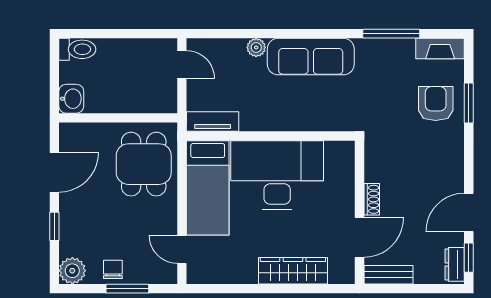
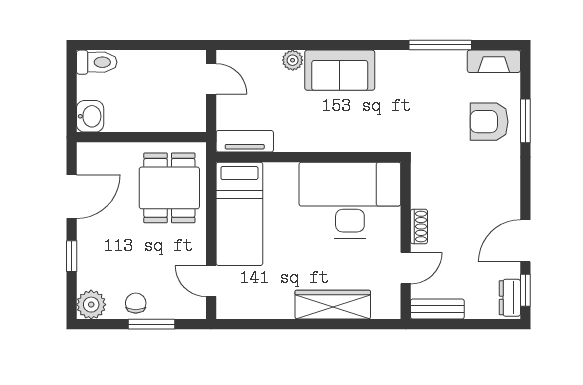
sofa: (311, 57) -> (340, 70), width x0.73
armchair: (436, 104) -> (489, 122), turned -90
desk: (277, 175) -> (350, 200), moved
door: (359, 237) -> (406, 268), width x0.73

